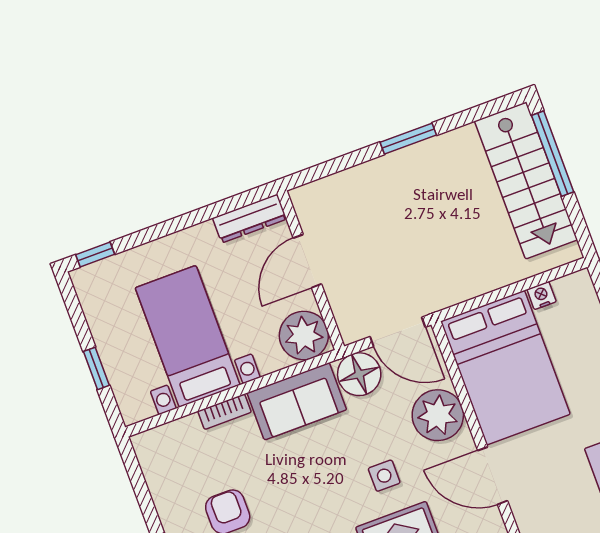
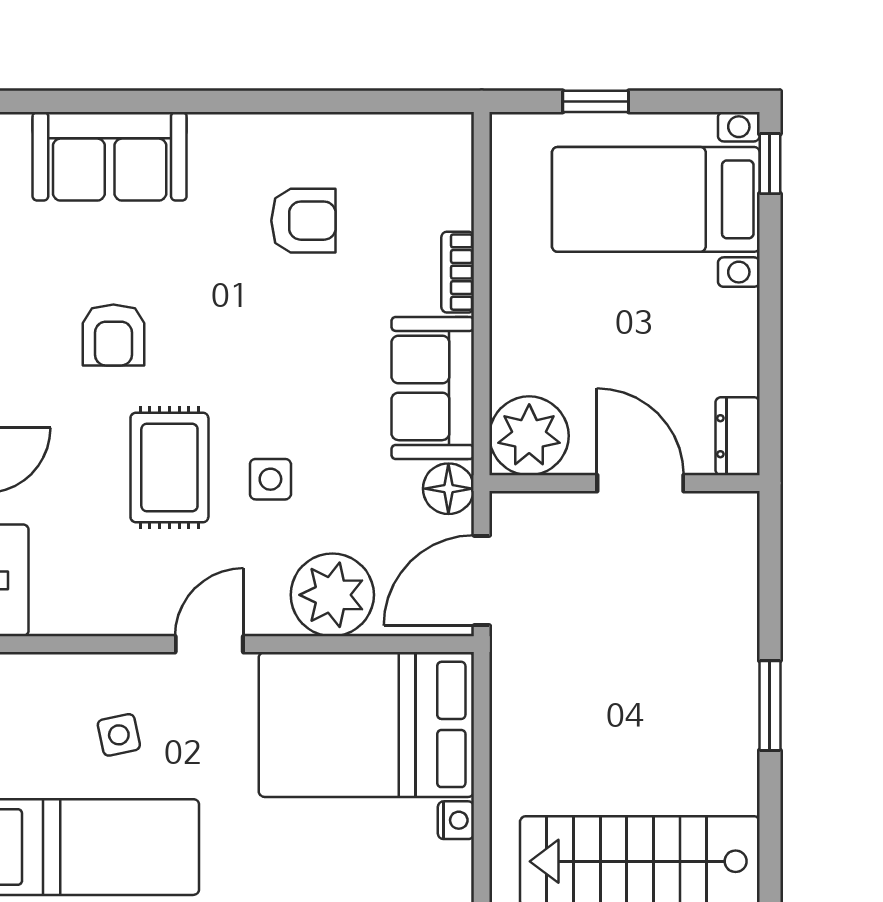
dresser: (250, 219) -> (738, 436), width x0.70
bed with nightstands: (188, 336) -> (656, 199), moved, turned 180
floor lamp: (359, 374) -> (448, 489), width x0.73, depth x0.73
door: (493, 476) -> (209, 644), width x0.73
side table: (564, 509) -> (119, 735), added

